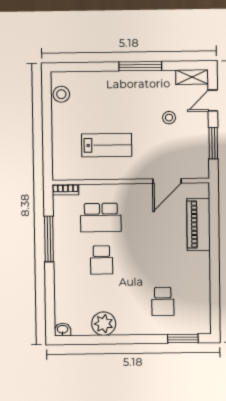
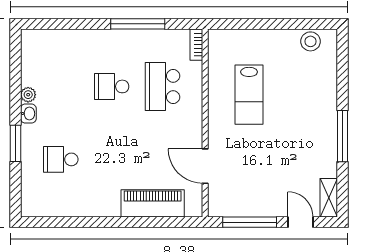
stool: (169, 118) -> (281, 170), removed
window: (213, 143) -> (250, 222), width x1.44
plant: (104, 324) -> (28, 95), width x0.53, depth x0.53
washbasin: (63, 330) -> (28, 114), moved
window: (183, 339) -> (16, 143), moved

